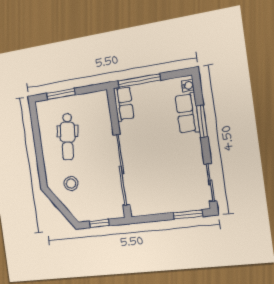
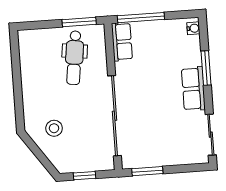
window: (61, 94) -> (79, 22), moved
row of seats: (187, 113) -> (193, 89), moved
dental chair: (68, 137) -> (74, 58), moved
window: (188, 214) -> (147, 171), moved

